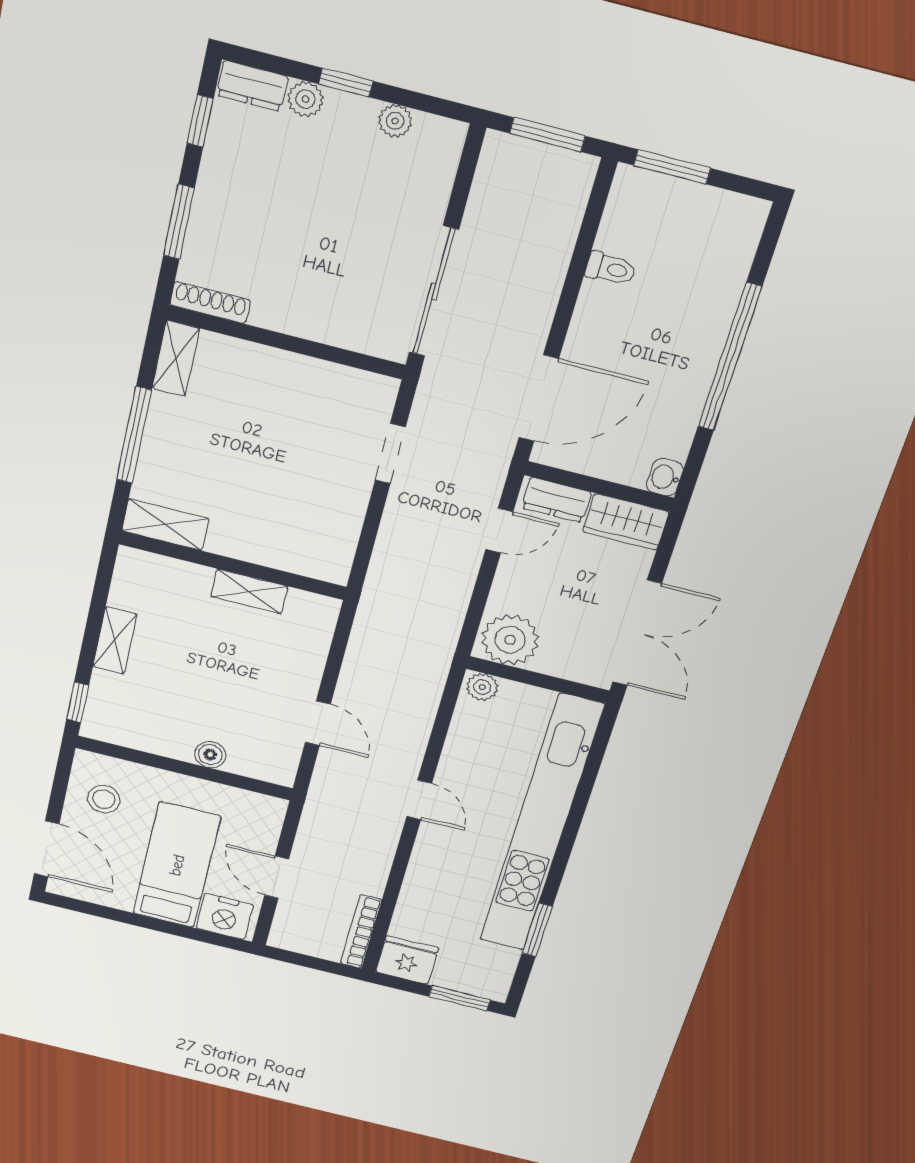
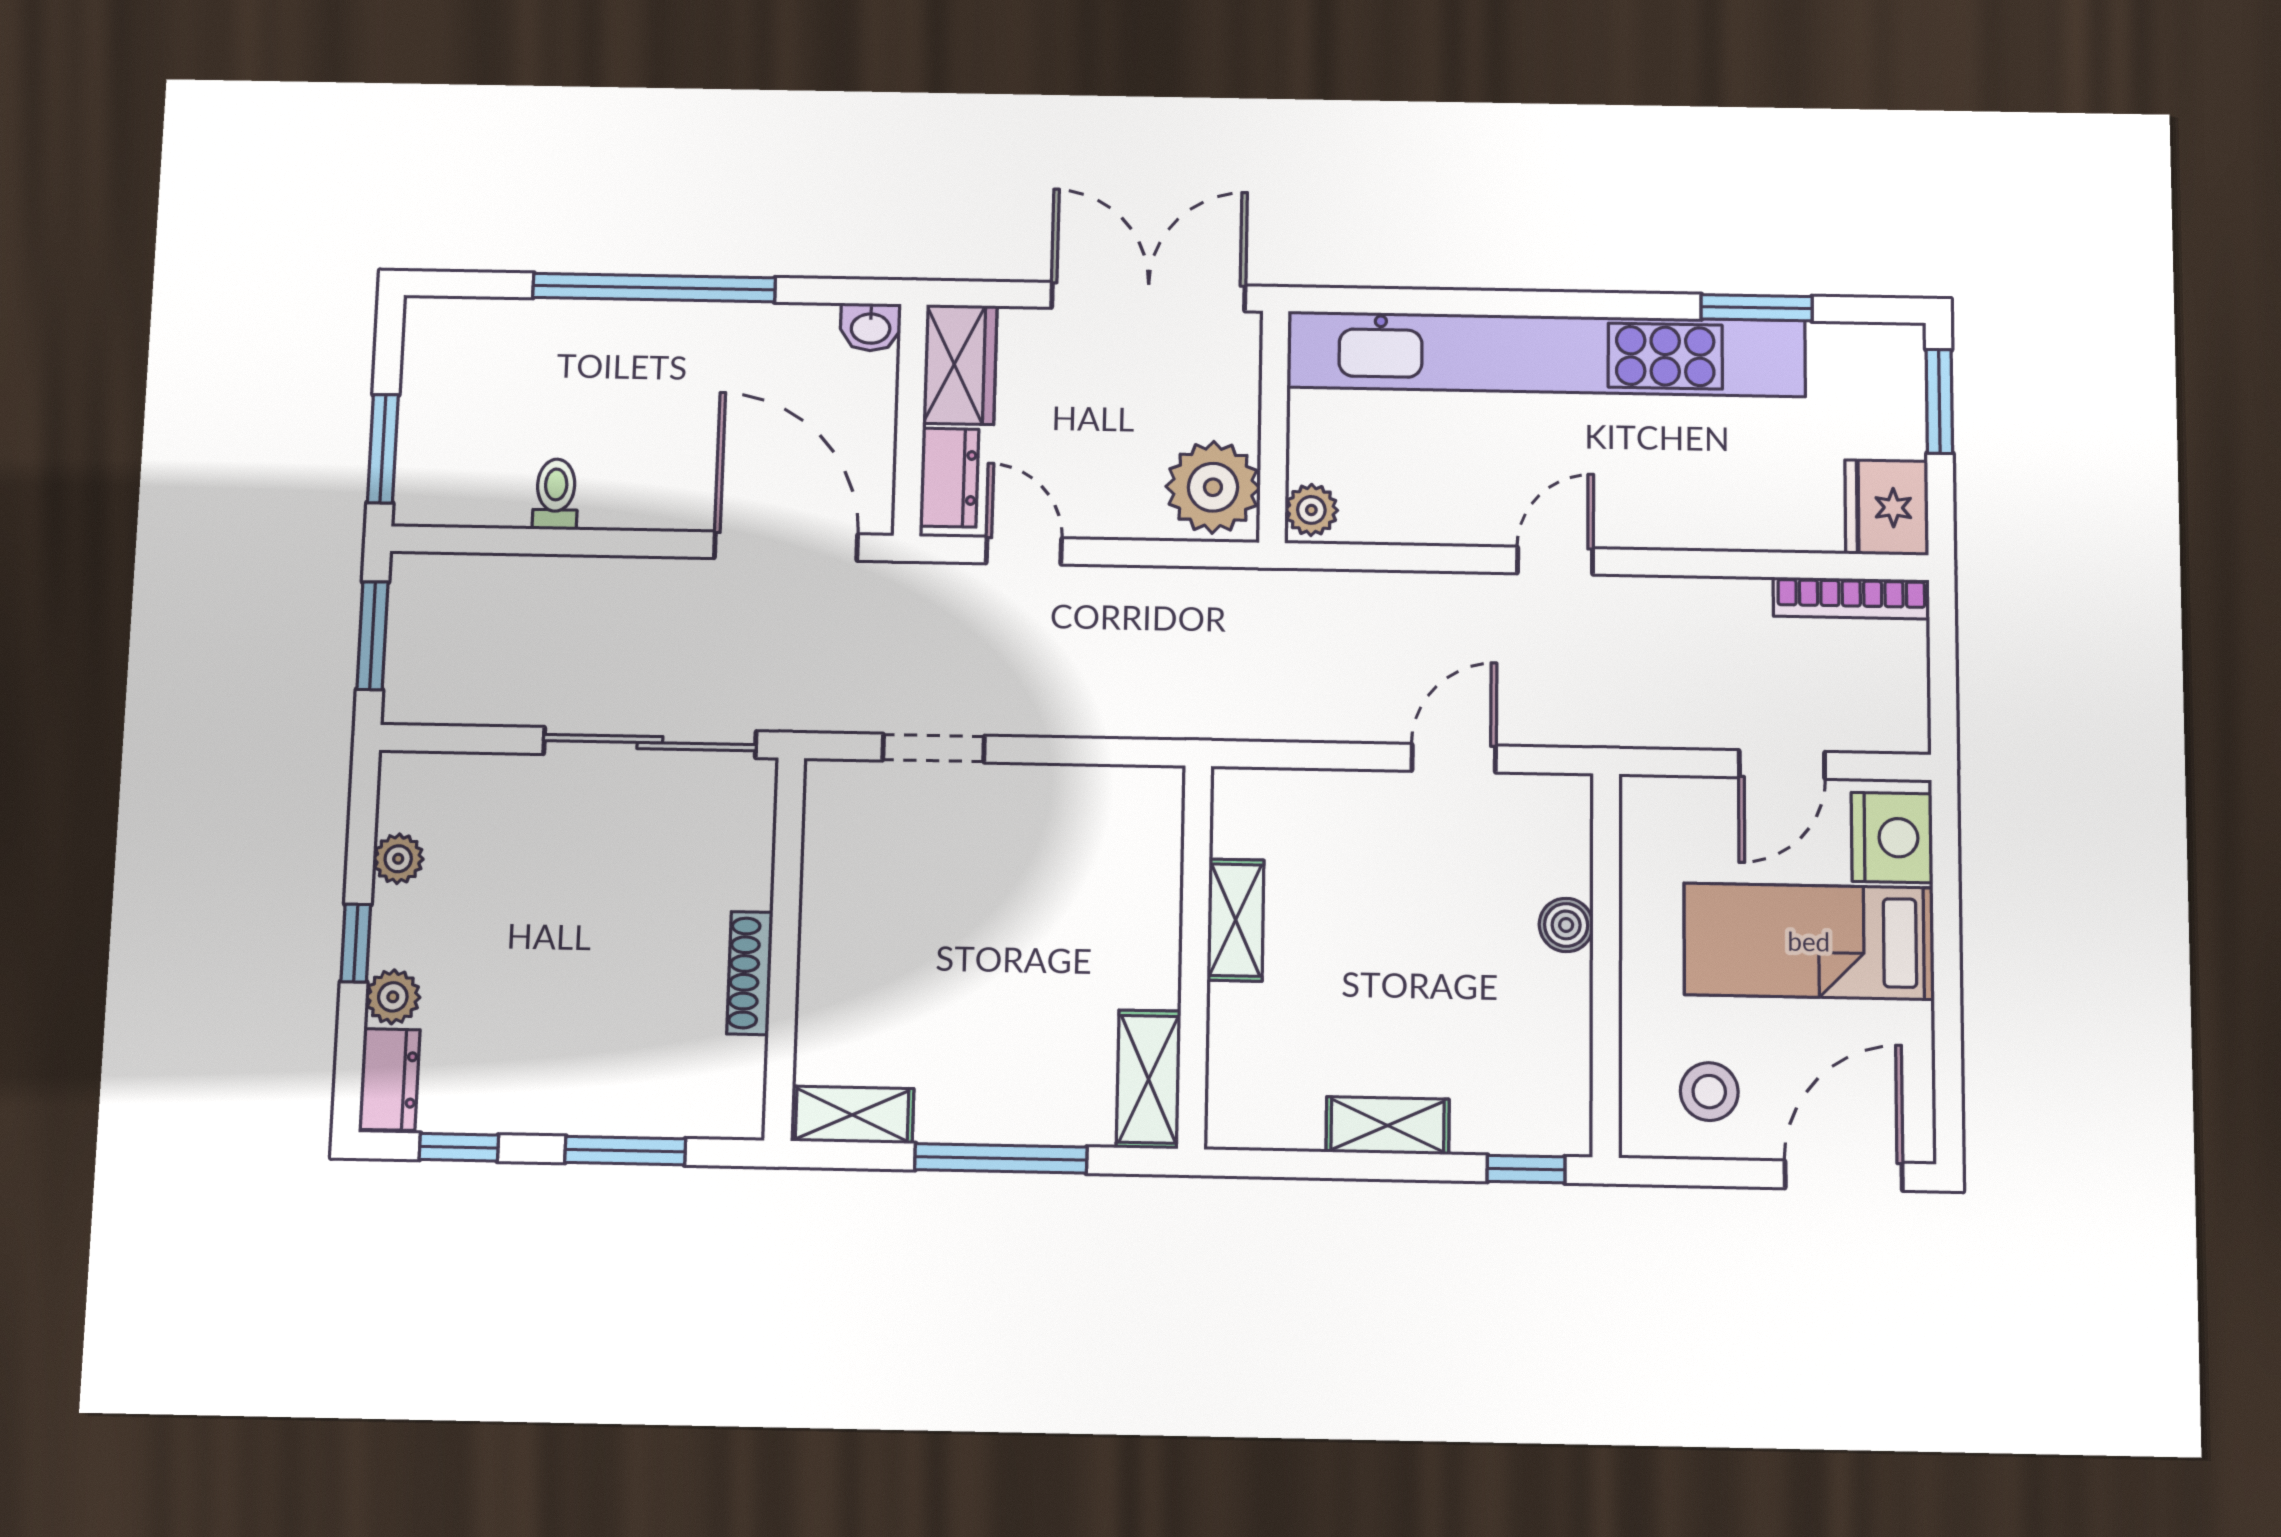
shoe rack: (210, 302) -> (750, 973), moved

